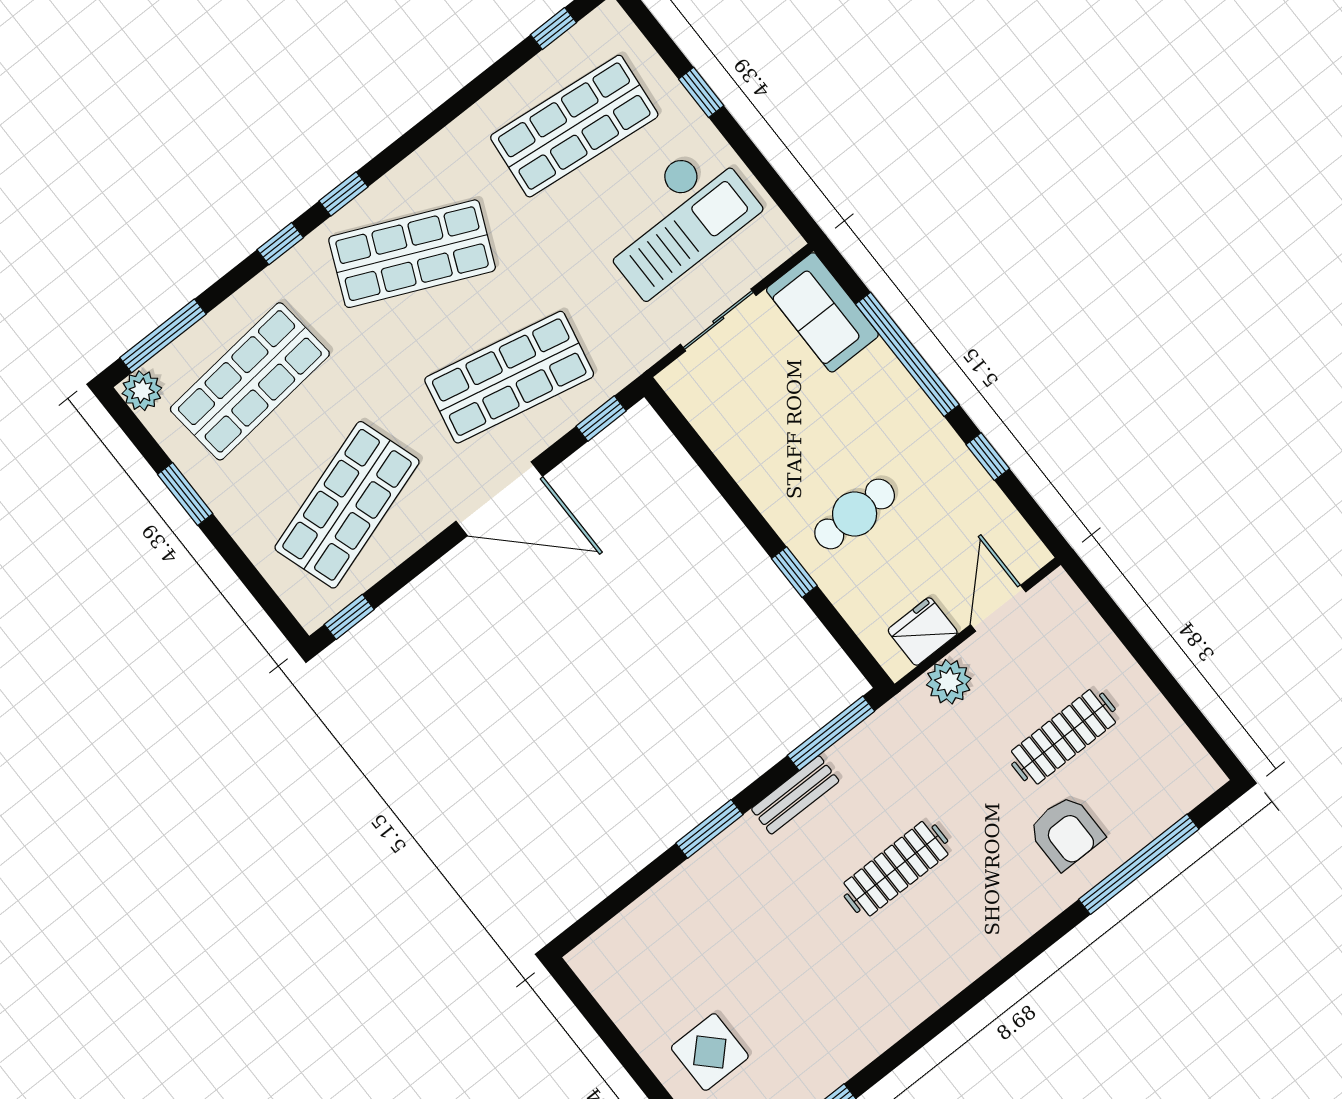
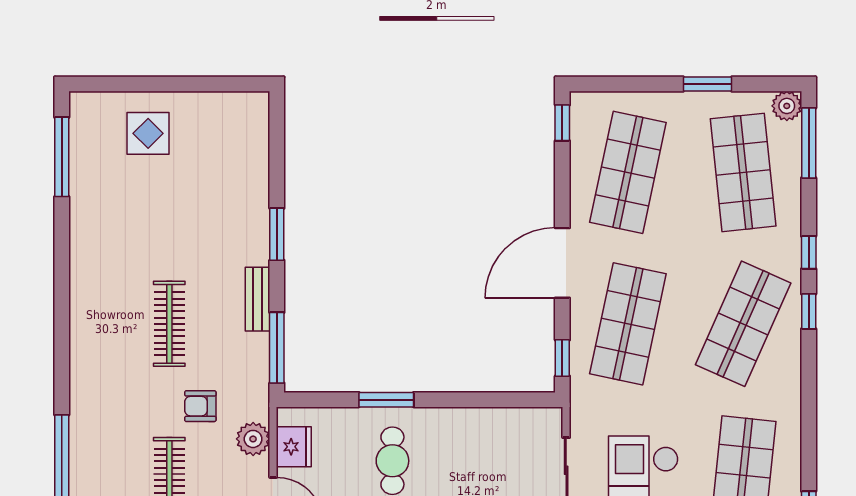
shop shelf: (347, 505) -> (628, 172), turned 30
window: (794, 572) -> (386, 400), width x1.50
armchair: (1066, 832) -> (200, 406), moved, width x0.72, depth x0.72

